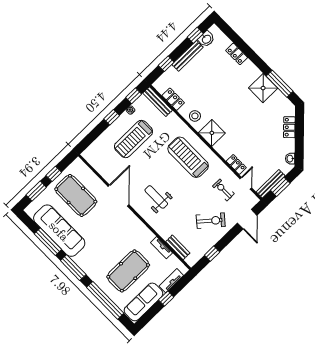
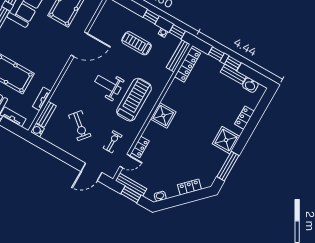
window: (195, 35) -> (233, 63), moved
bench: (188, 56) -> (233, 74), width x0.73
shower: (263, 88) -> (226, 140), moved
locker: (173, 99) -> (188, 65), width x1.53
stool: (195, 116) -> (175, 95), removed
treadmill: (134, 139) -> (137, 43), width x0.73, depth x0.73
weight bench: (156, 197) -> (108, 85), moved, turned -90
exercise bike: (211, 221) -> (80, 126), moved
window: (212, 254) -> (50, 148), removed
water cooler: (191, 260) -> (37, 130), added

